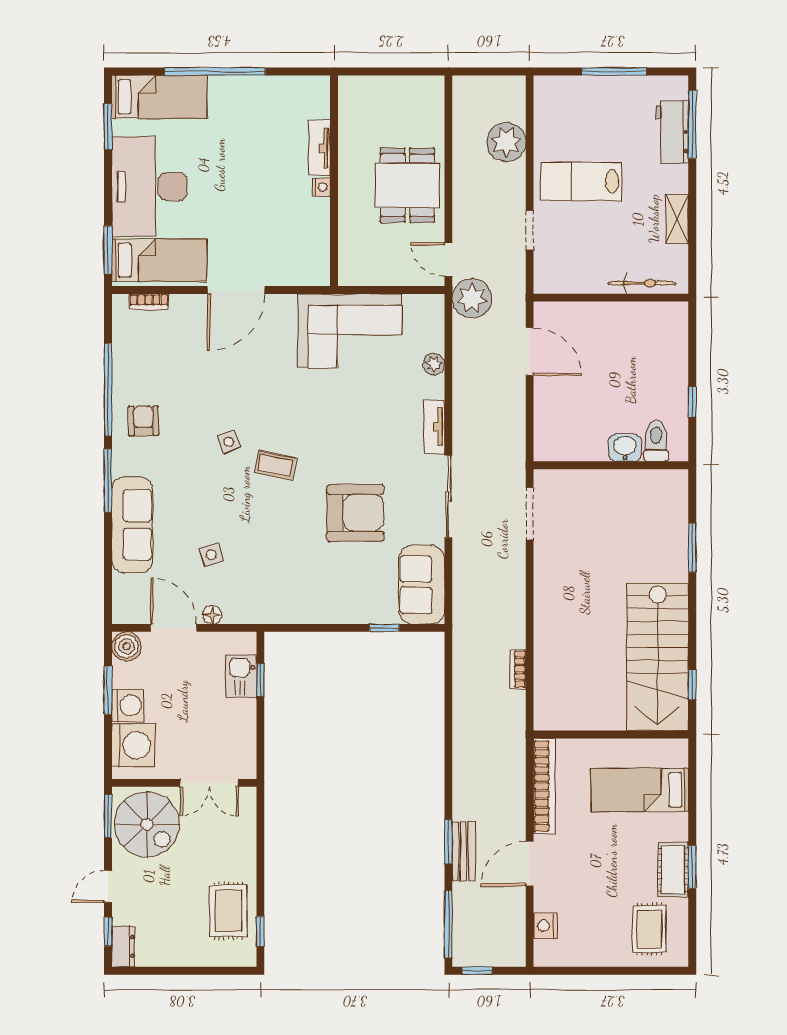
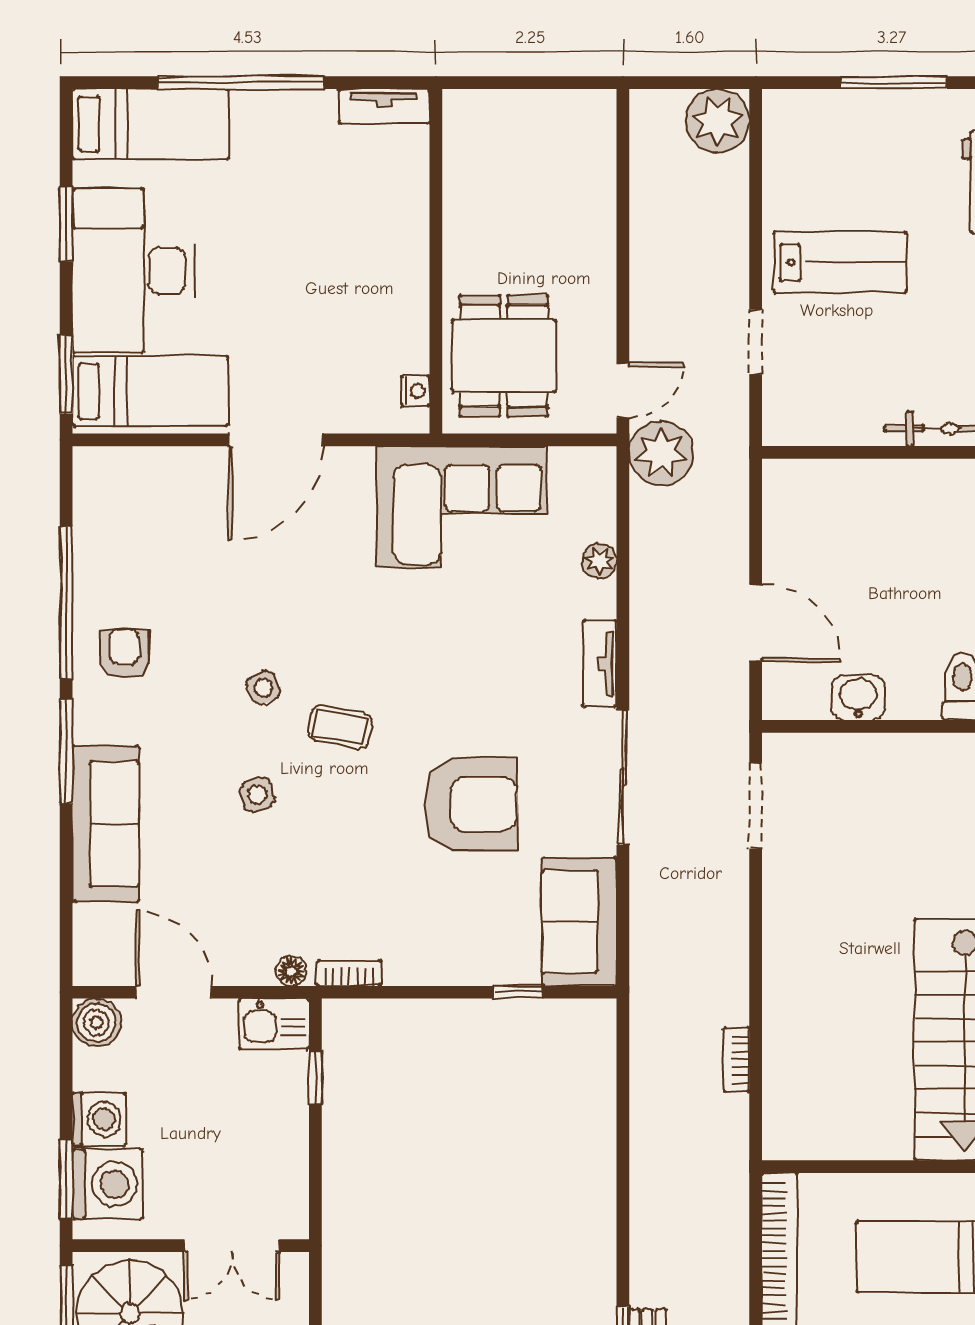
window: (108, 127) -> (66, 224), moved
plant: (506, 142) -> (718, 121), moved
tv unit: (320, 148) -> (384, 106), moved, turned -90
lab bench: (581, 181) -> (840, 262), turned 180
dining table: (407, 185) -> (504, 356), moved
nightstand: (321, 187) -> (415, 391), moved
door: (448, 260) -> (623, 390), swing flipped
bookcase: (149, 302) -> (349, 973), moved, turned 180
door: (530, 352) -> (756, 623), moved
washbasin: (625, 448) -> (858, 697), moved
side table: (211, 555) -> (257, 794), moved
floor lamp: (212, 615) -> (291, 971), moved
kitchen sink: (241, 676) -> (274, 1024), moved, turned -90
window: (108, 690) -> (66, 1179), moved

